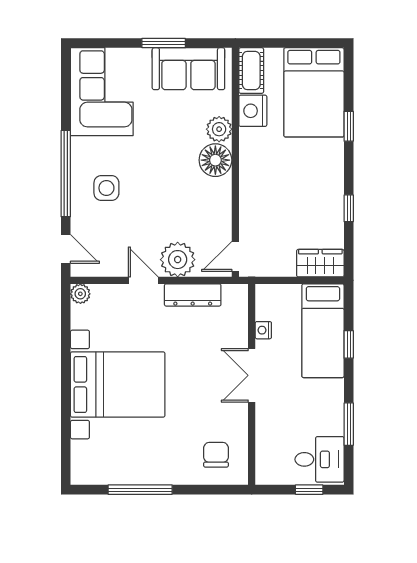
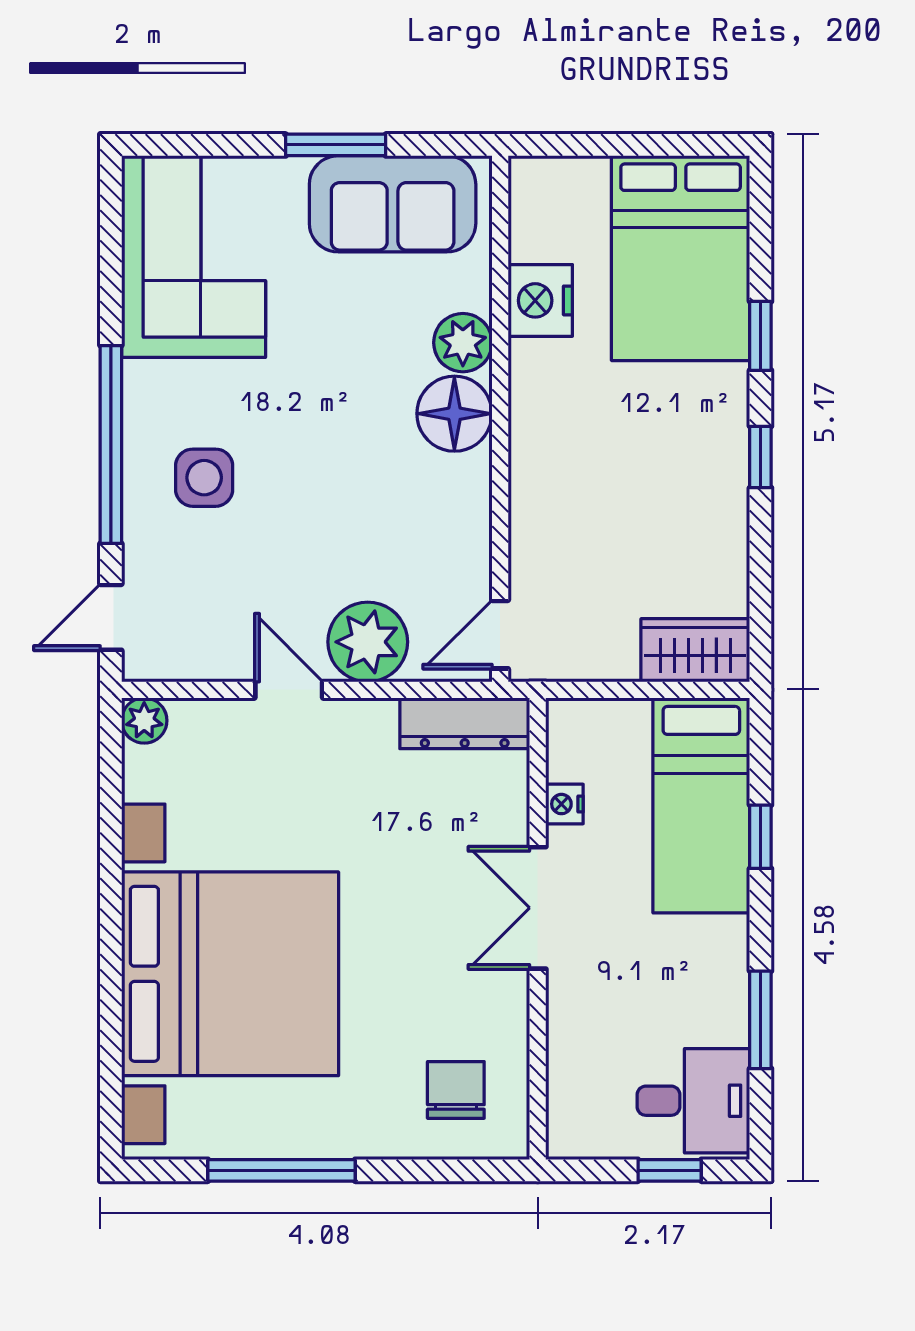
cot: (251, 71) -> (537, 208), removed
window: (349, 208) -> (760, 457), moved
door: (66, 249) -> (111, 617), swing flipped
dresser: (193, 295) -> (465, 723), moved
bed with nightstands: (118, 384) -> (230, 974), width x1.36

